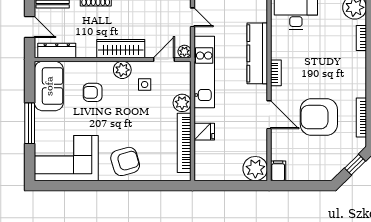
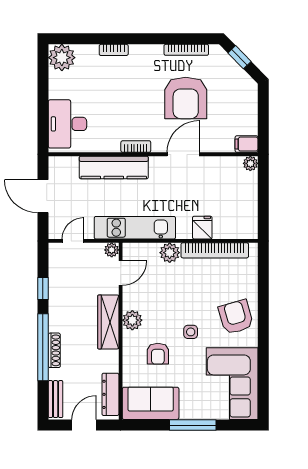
bookcase: (361, 38) -> (114, 50), moved
door: (164, 59) -> (121, 273), swing flipped
side table: (145, 85) -> (191, 332), moved
plant: (255, 169) -> (250, 163), width x0.53, depth x0.53

